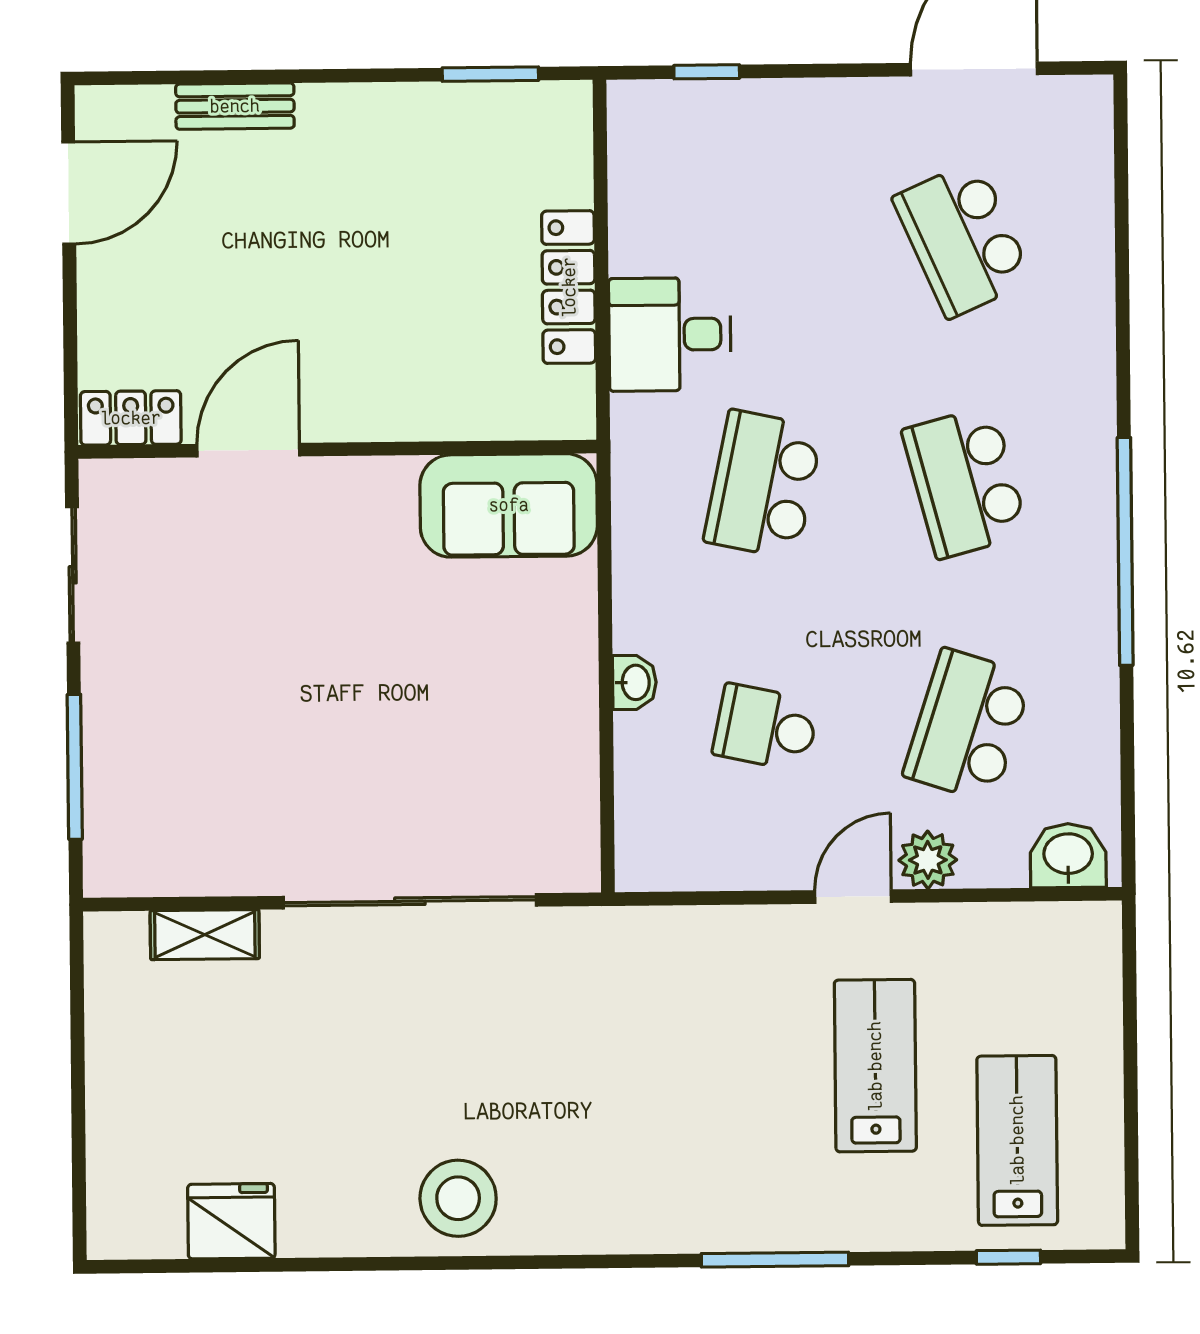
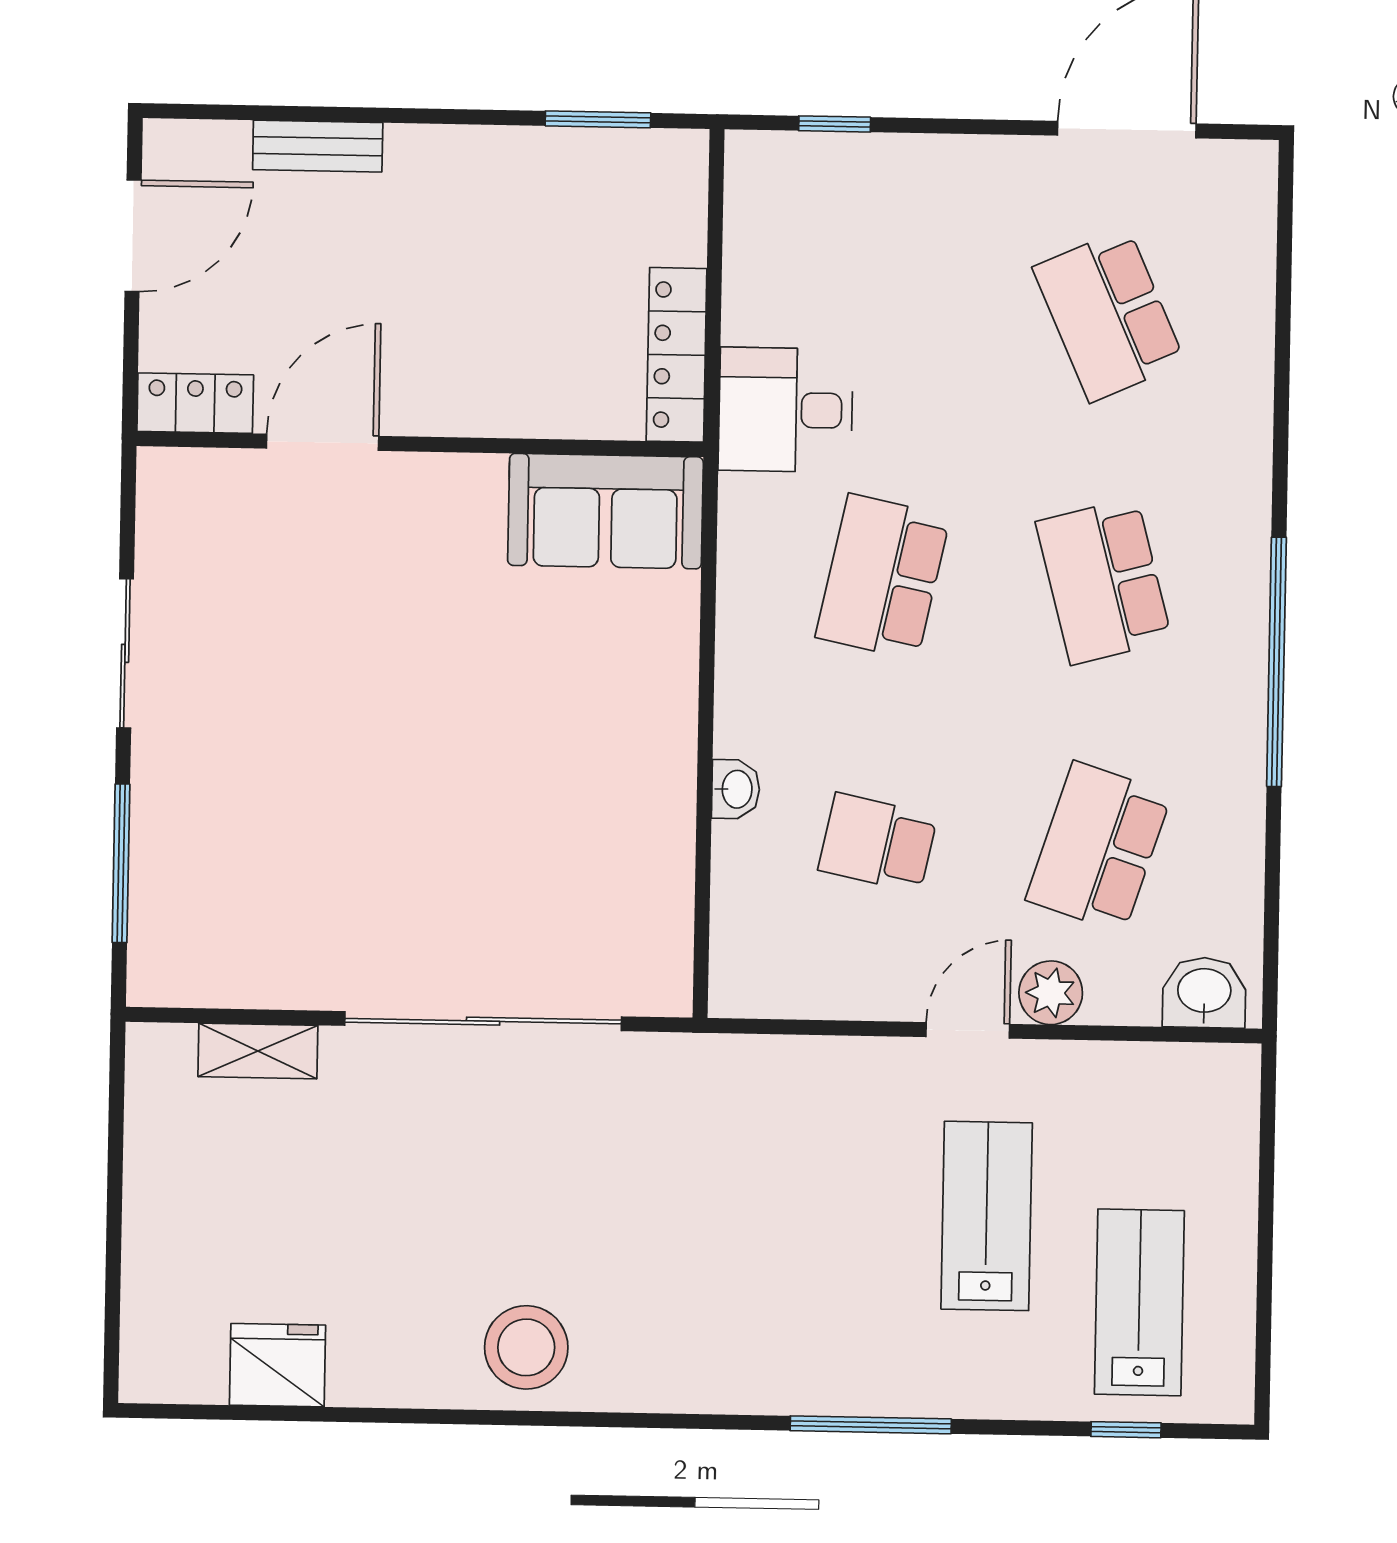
locker: (131, 418) -> (195, 403), moved
wall: (337, 449) -> (420, 444), moved
door: (248, 450) -> (323, 442), moved
sofa: (509, 505) -> (605, 511), moved

